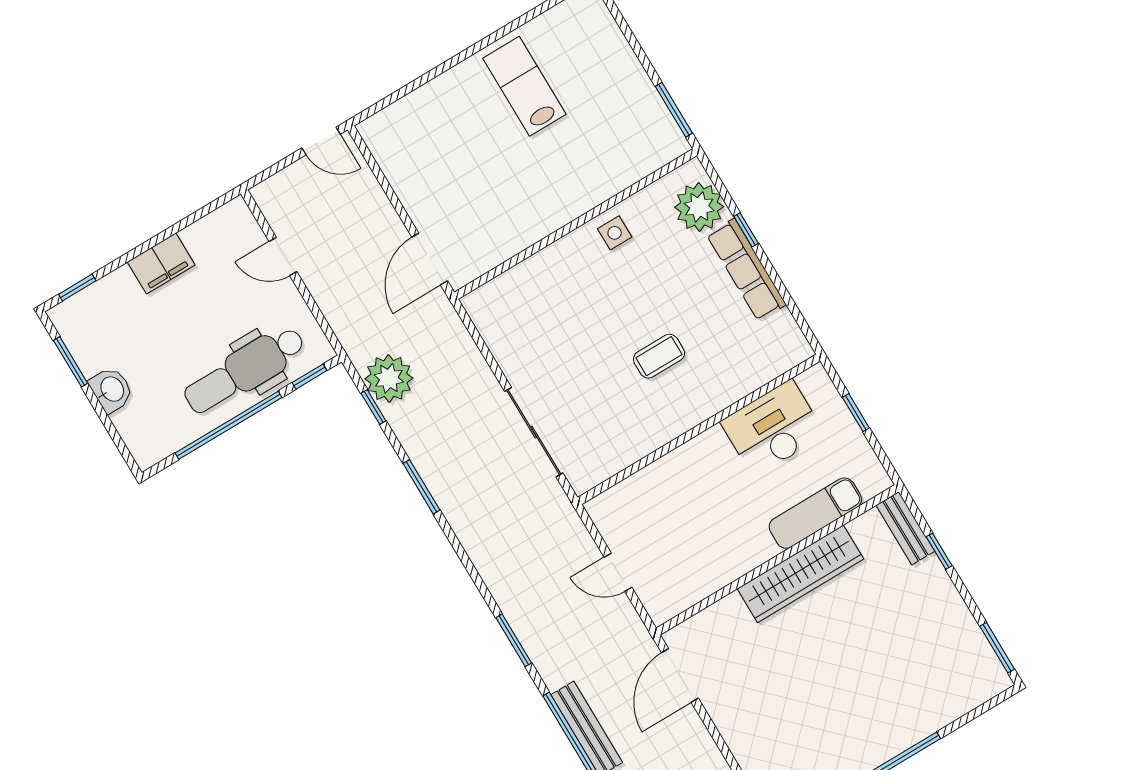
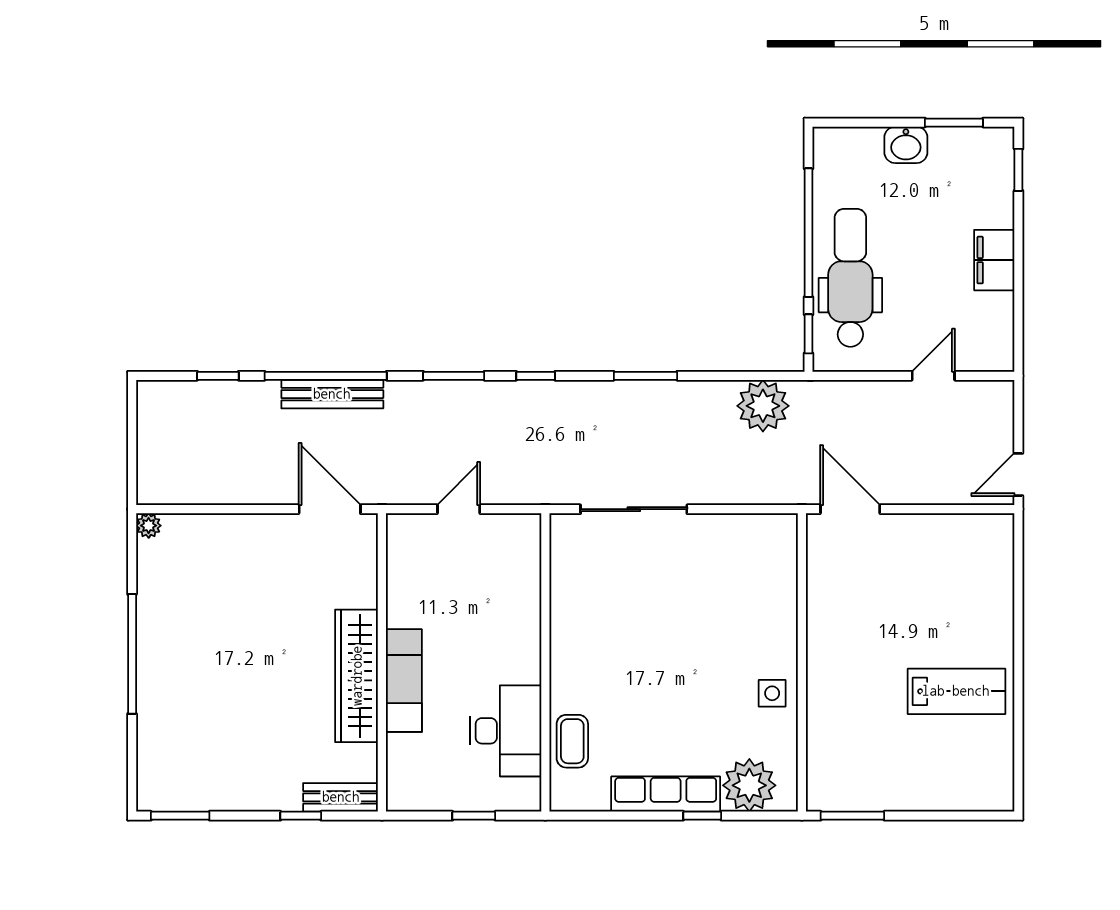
coffee table: (659, 356) -> (572, 741), moved
window: (373, 407) -> (536, 376), moved
exam couch: (815, 513) -> (404, 681), moved

